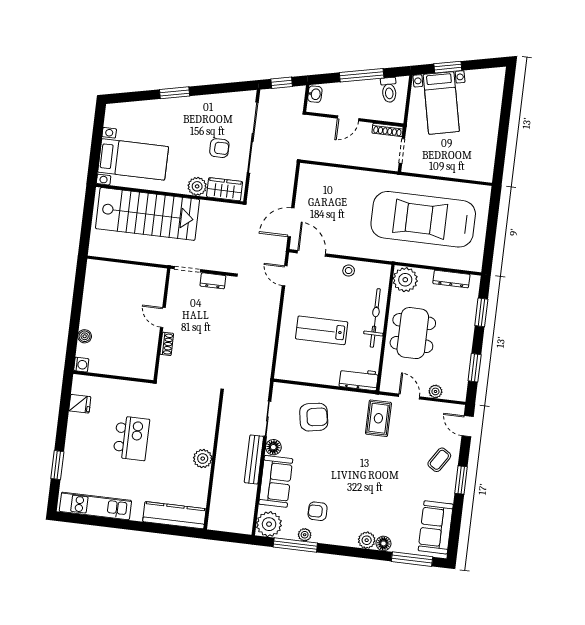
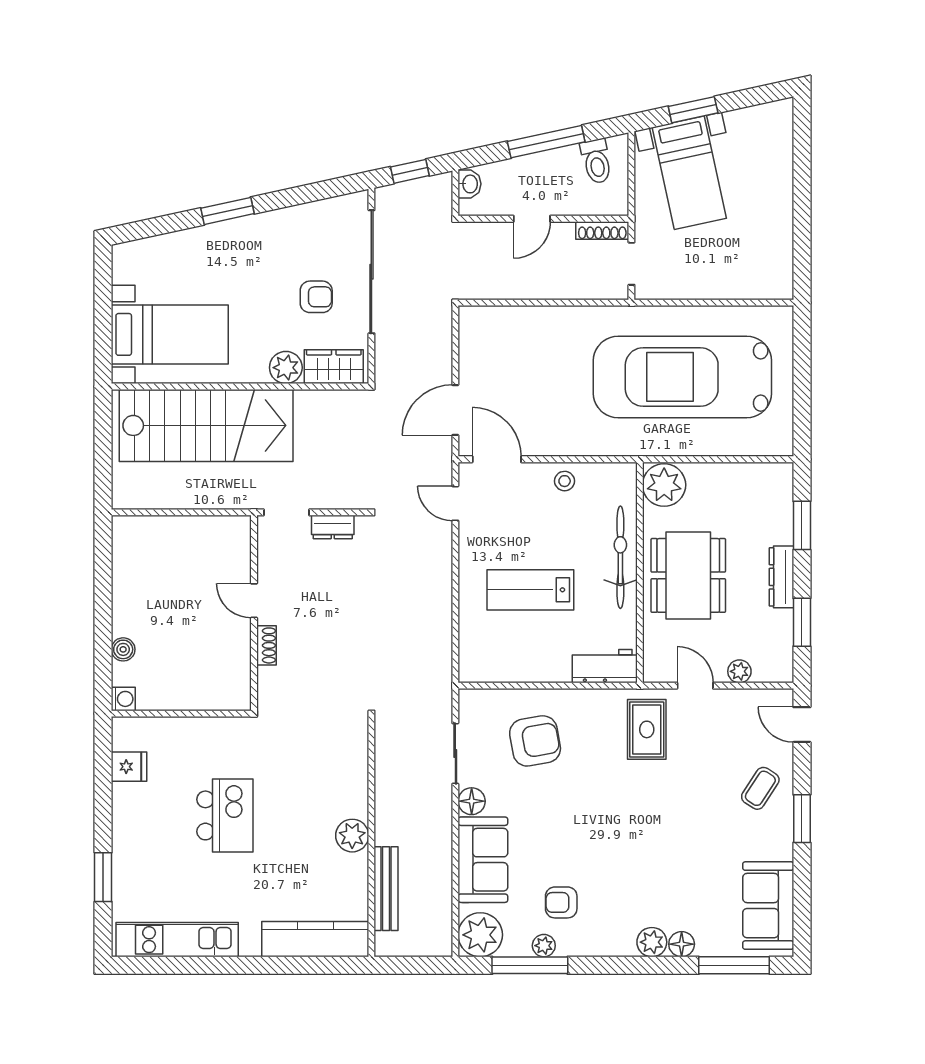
dresser: (451, 279) -> (781, 577), moved, turned 90
bench: (254, 460) -> (386, 889), moved

